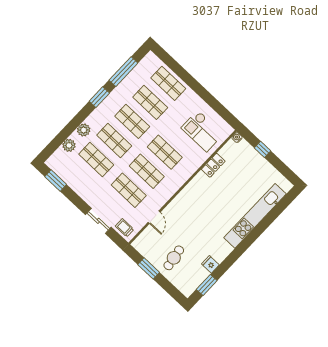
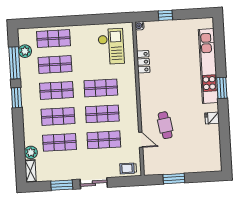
plant: (84, 130) -> (25, 51), moved
checkout: (202, 131) -> (111, 46), turned -90
shelving: (55, 158) -> (31, 171), added
window: (56, 180) -> (62, 185), moved
sliding door: (98, 221) -> (94, 183), moved
cafe table: (174, 258) -> (165, 125), moved
fridge: (210, 264) -> (212, 118), moved
window: (207, 285) -> (222, 88), moved

